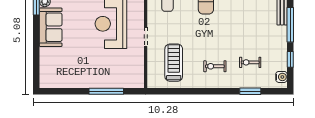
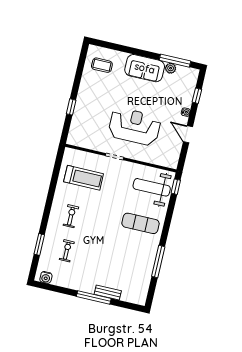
window: (290, 59) -> (61, 290), removed
coffee table: (58, 70) -> (102, 65), added
window: (106, 91) -> (71, 107), width x0.46

